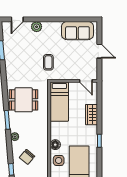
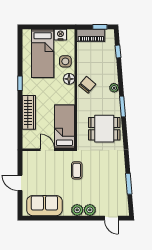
door: (17, 19) -> (111, 218), swing flipped
plant: (48, 27) -> (77, 210), added
door: (86, 81) -> (47, 150), moved
wardrobe: (91, 115) -> (29, 112), width x1.50
chair: (27, 157) -> (87, 85), moved

